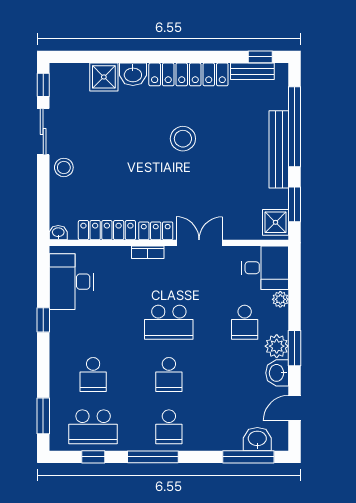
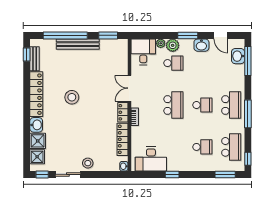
shower: (276, 222) -> (37, 157), moved
plant: (277, 346) -> (173, 45), moved
school desk: (169, 427) -> (231, 105), width x1.85
window: (93, 457) -> (248, 159), moved

